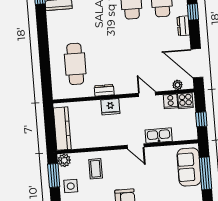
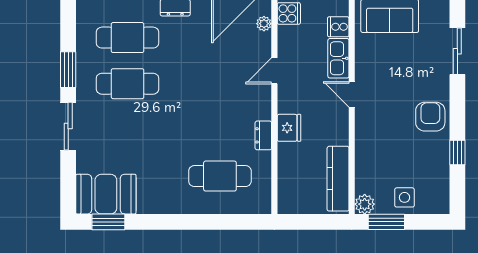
cooker: (171, 101) -> (338, 27), moved, turned 180
kitchen counter: (62, 129) -> (338, 179), moved, turned -90
door: (136, 146) -> (352, 94), swing flipped
coffee table: (96, 169) -> (381, 158), removed

